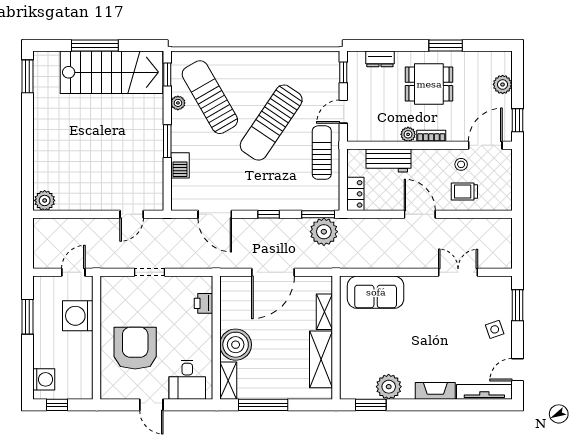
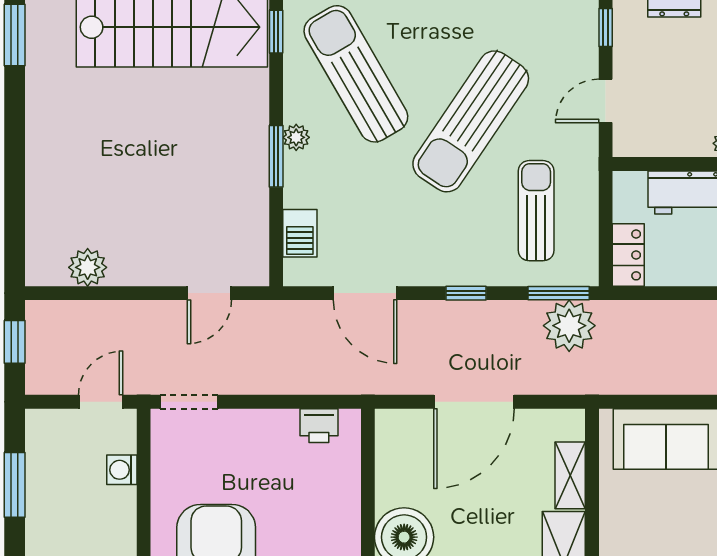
plant: (178, 103) -> (296, 137), moved
sun lounger: (322, 153) -> (536, 211), moved
barbecue: (180, 165) -> (300, 233), moved
plant: (45, 200) -> (88, 267), moved
window: (27, 240) -> (15, 342), added
doorway: (150, 272) -> (189, 402), moved
printer: (203, 303) -> (319, 426), moved, turned -90
washing machine: (78, 316) -> (122, 470), width x0.53, depth x0.53

